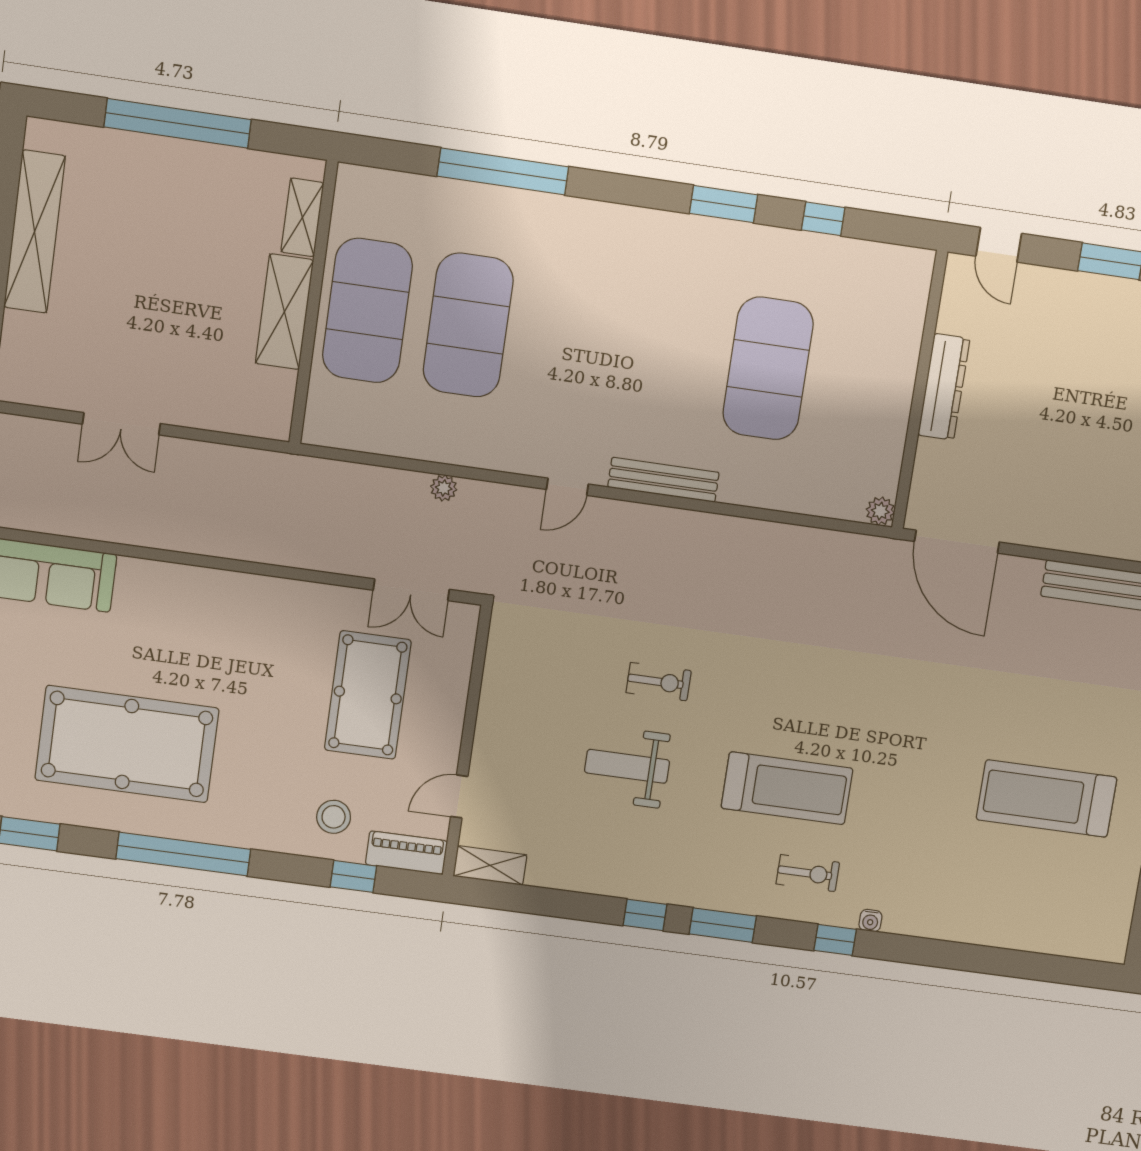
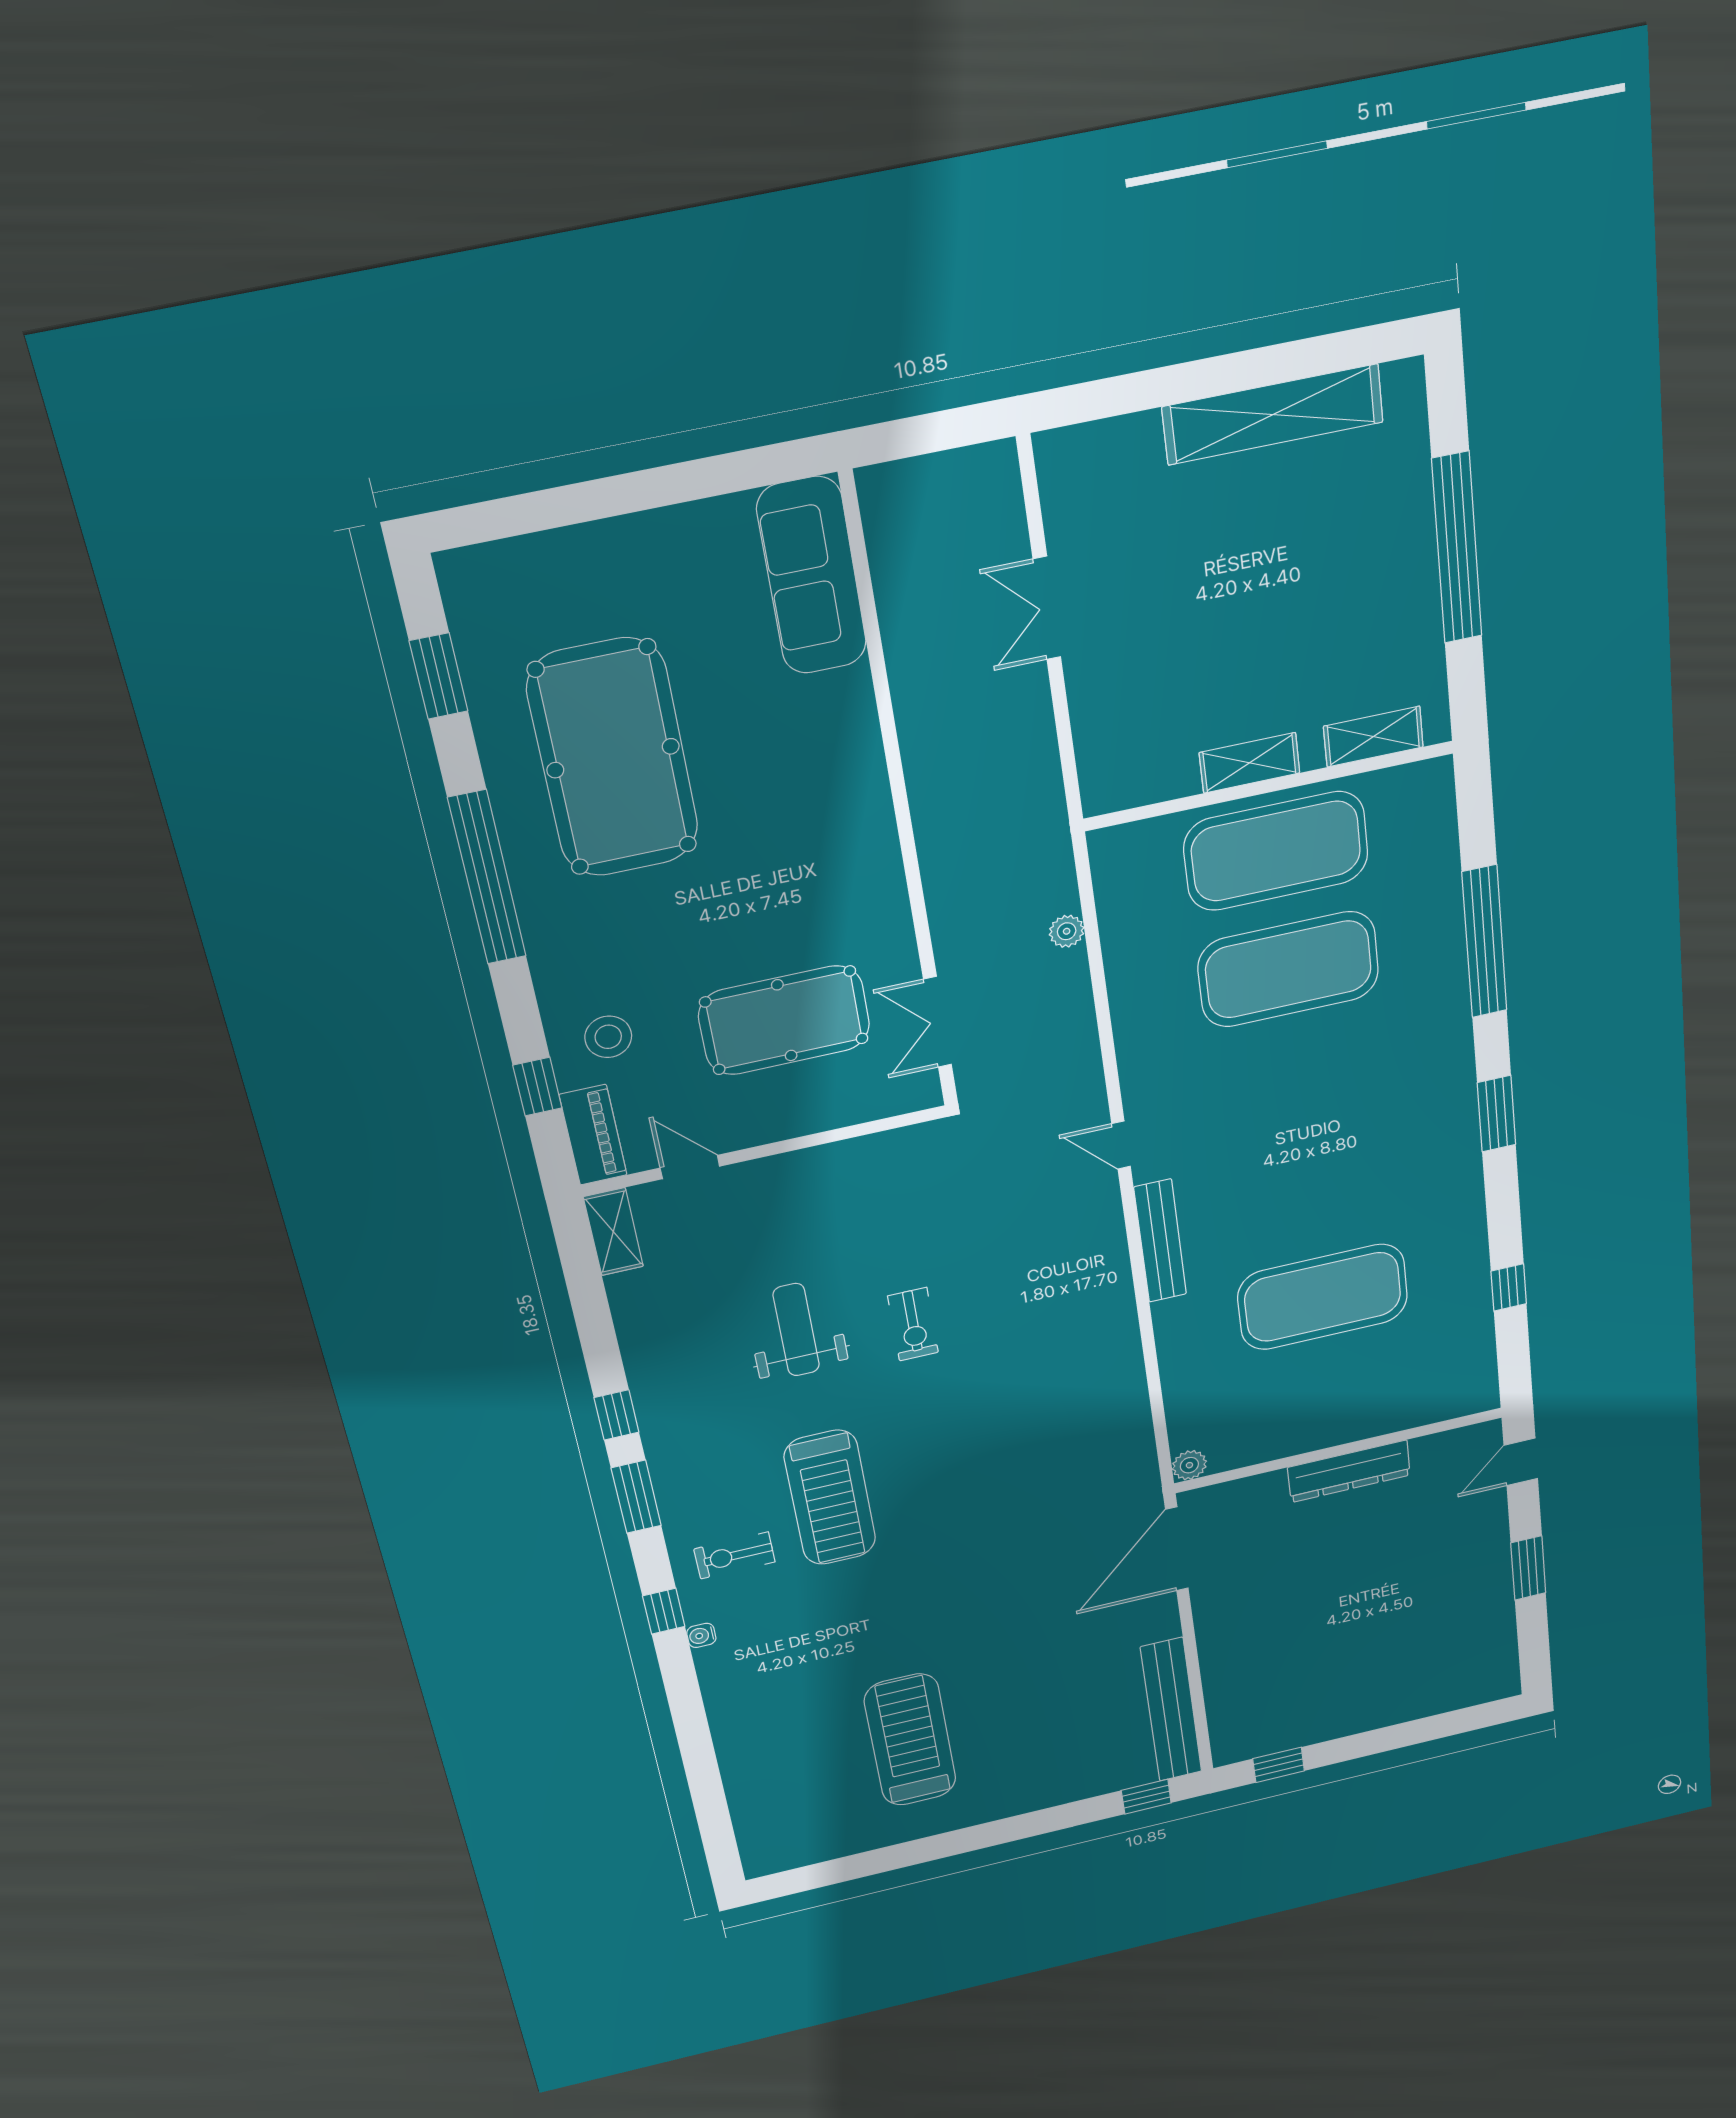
window: (723, 204) -> (1496, 1114), moved
shelving: (284, 312) -> (1250, 763), width x0.67, depth x0.75
plant: (444, 488) -> (1067, 931), moved
exercise bike: (808, 873) -> (735, 1555), turned 90

